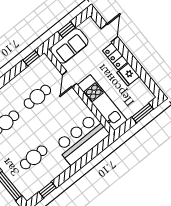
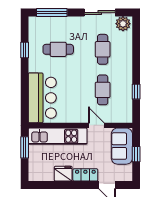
window: (31, 58) -> (136, 92), moved
window: (143, 113) -> (25, 147), moved
cafe table: (34, 157) -> (58, 49), turned 90
window: (48, 190) -> (25, 50), moved

